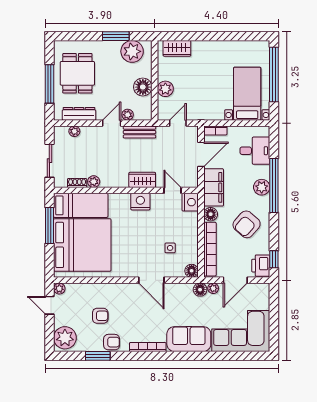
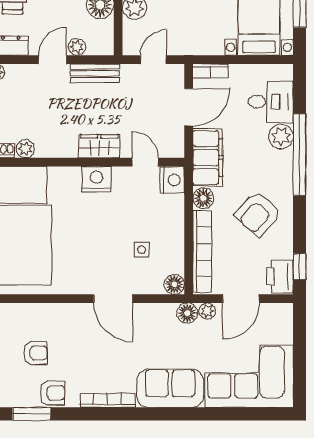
plant: (262, 187) -> (281, 136), moved

